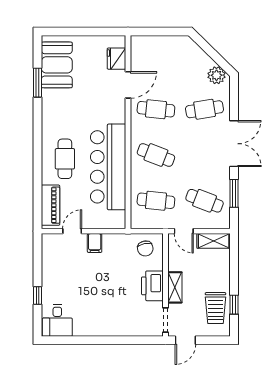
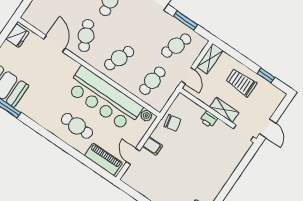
fridge: (116, 59) -> (17, 36), moved, turned -90
cafe table: (156, 109) -> (86, 36), turned -30
plant: (119, 217) -> (146, 116), added
door: (184, 231) -> (188, 76), hinge flipped
chair: (145, 248) -> (172, 123), moved
printer: (152, 286) -> (209, 119), width x0.53, depth x0.68
trolley: (215, 308) -> (241, 83), moved, turned 180

